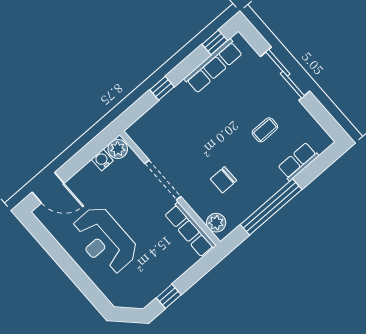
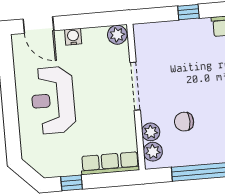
water cooler: (102, 160) -> (73, 37), moved
plant: (203, 208) -> (151, 132), added
row of seats: (190, 230) -> (110, 163), moved, turned 90

